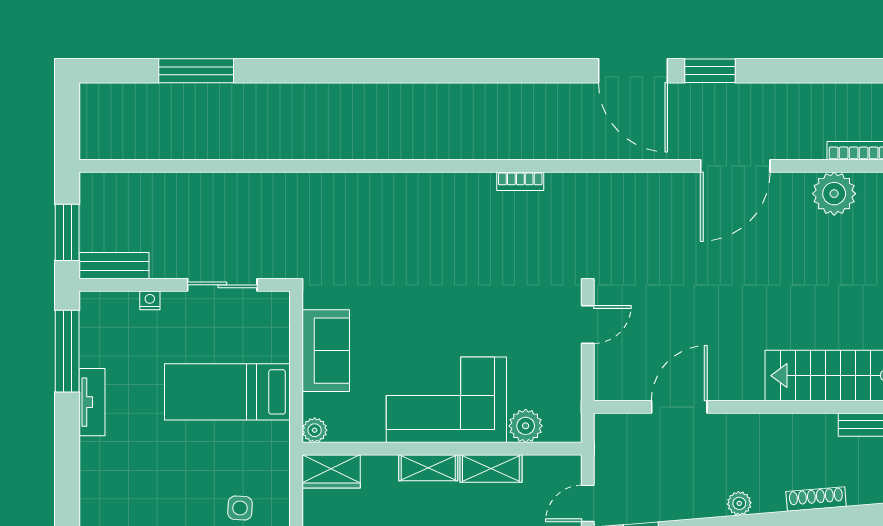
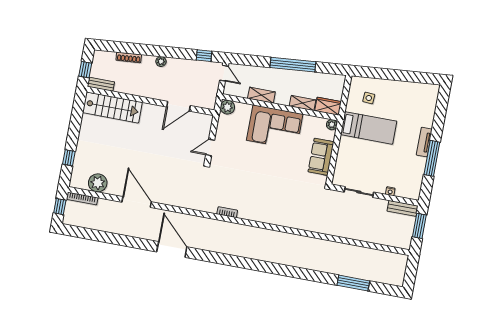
window: (710, 71) -> (140, 244), removed
door: (735, 166) -> (137, 202), hinge flipped
window: (67, 351) -> (432, 158), moved
bed: (227, 392) -> (369, 128), moved
tv unit: (92, 402) -> (424, 142), moved
plant: (526, 426) -> (227, 107), moved
shelving: (428, 468) -> (303, 103), moved
door: (588, 503) -> (224, 73), hinge flipped

